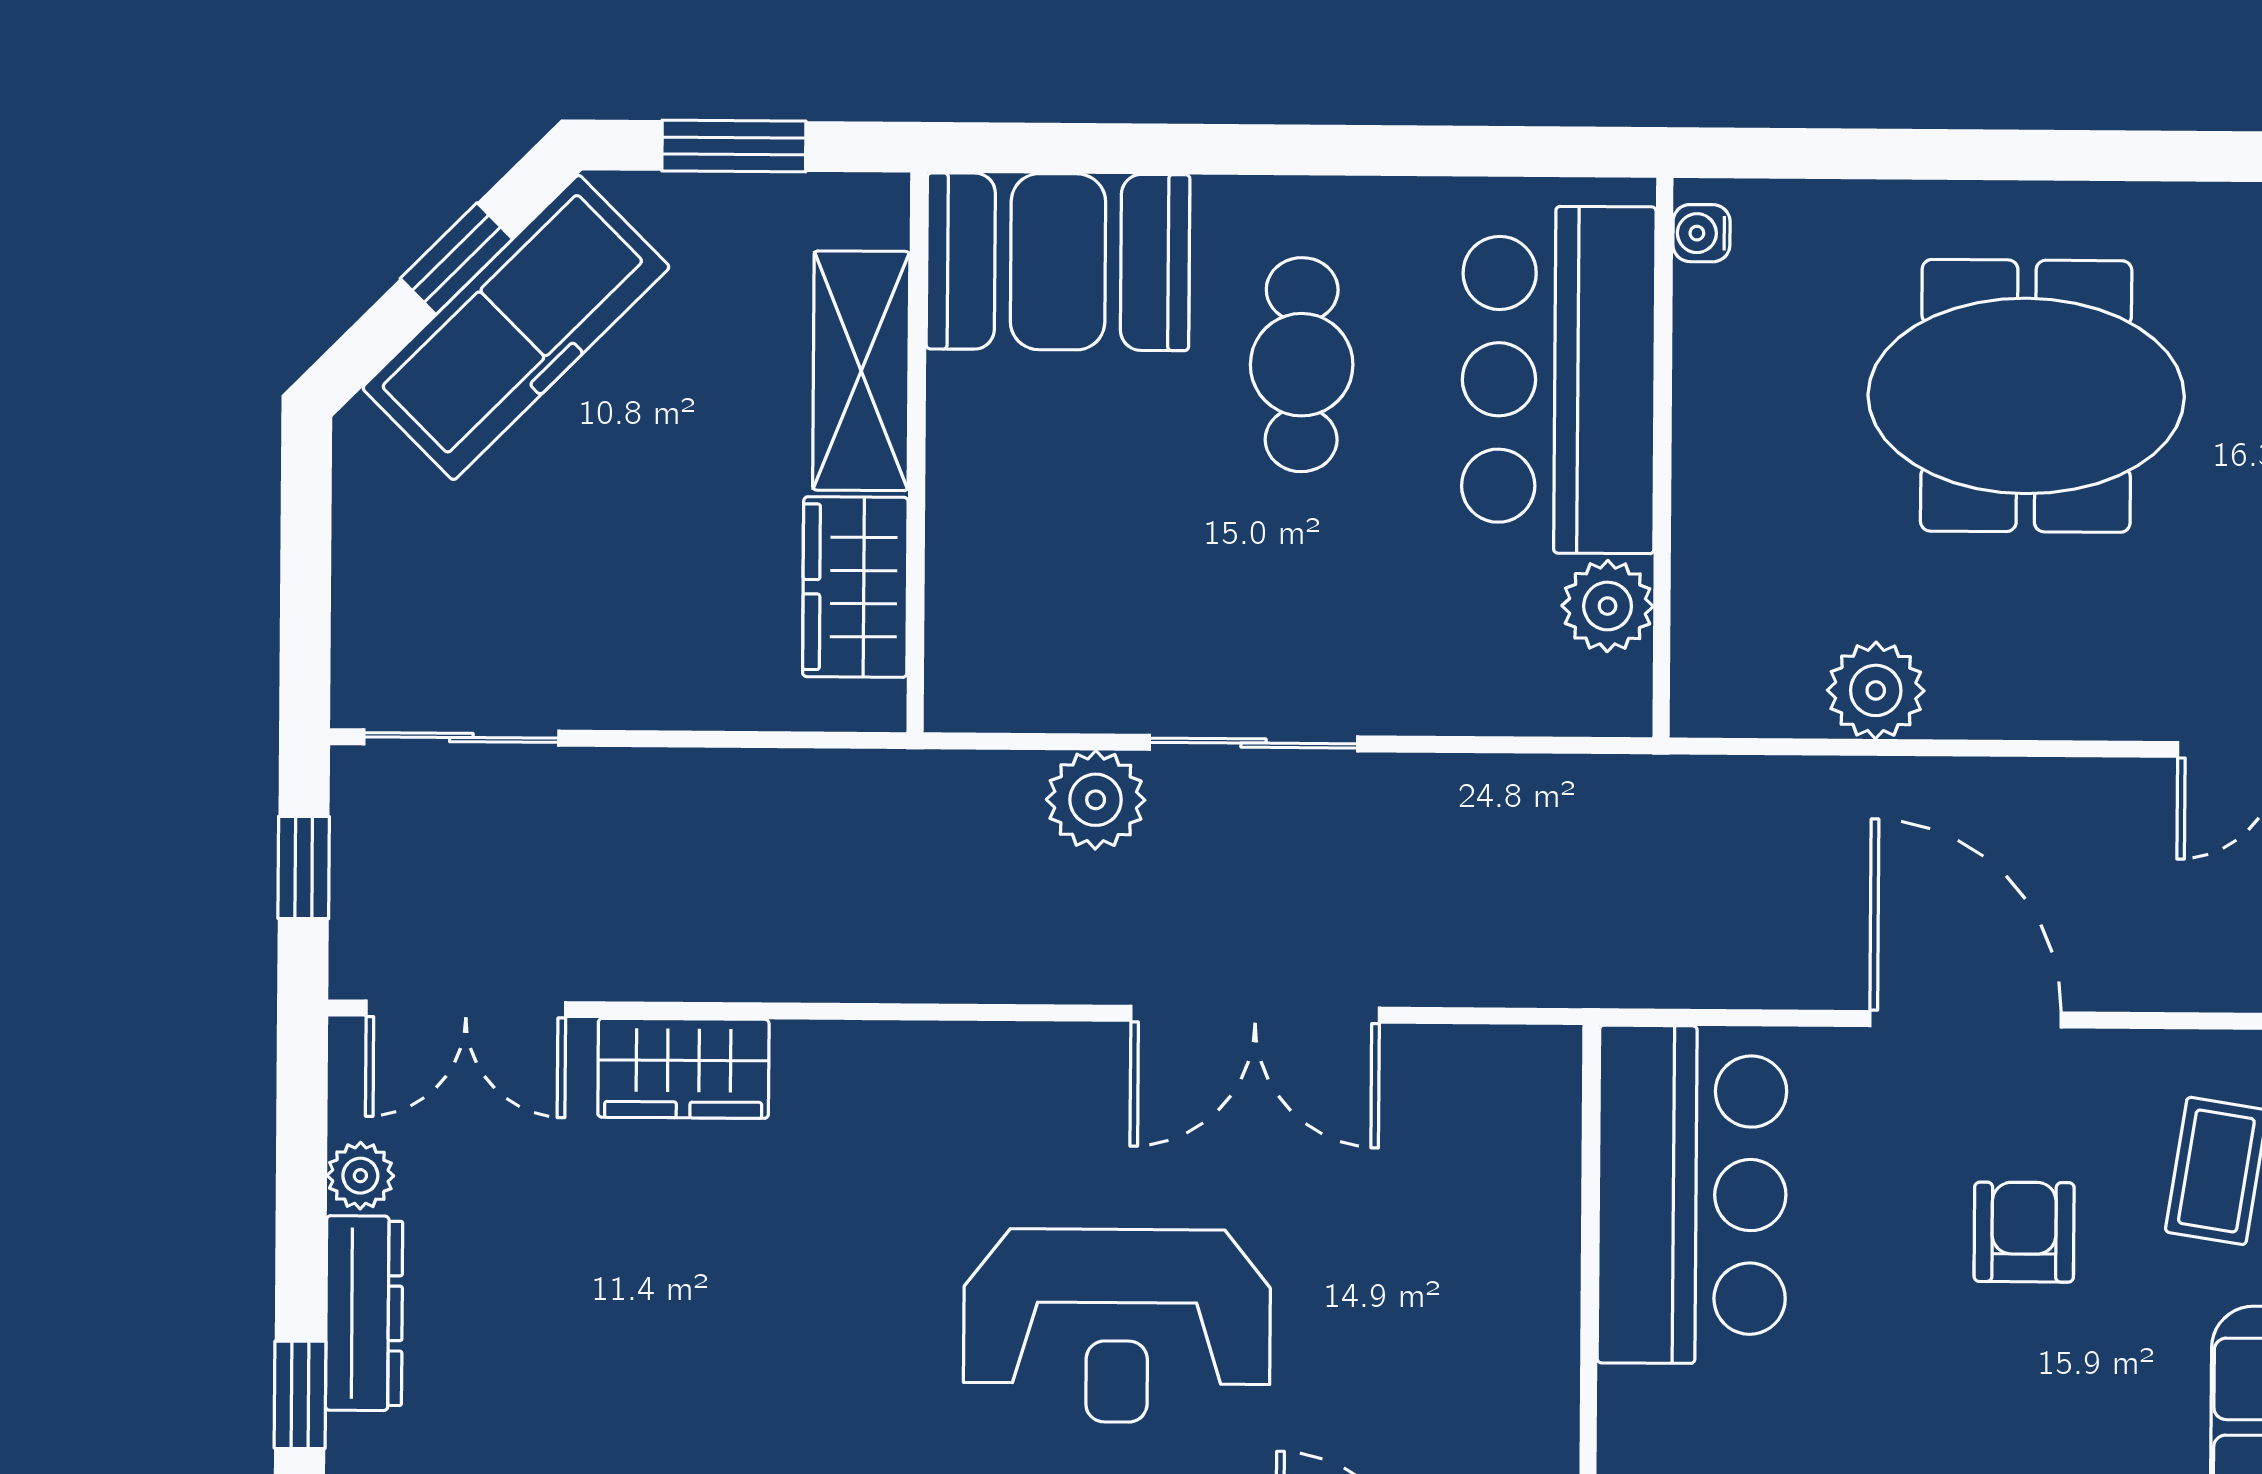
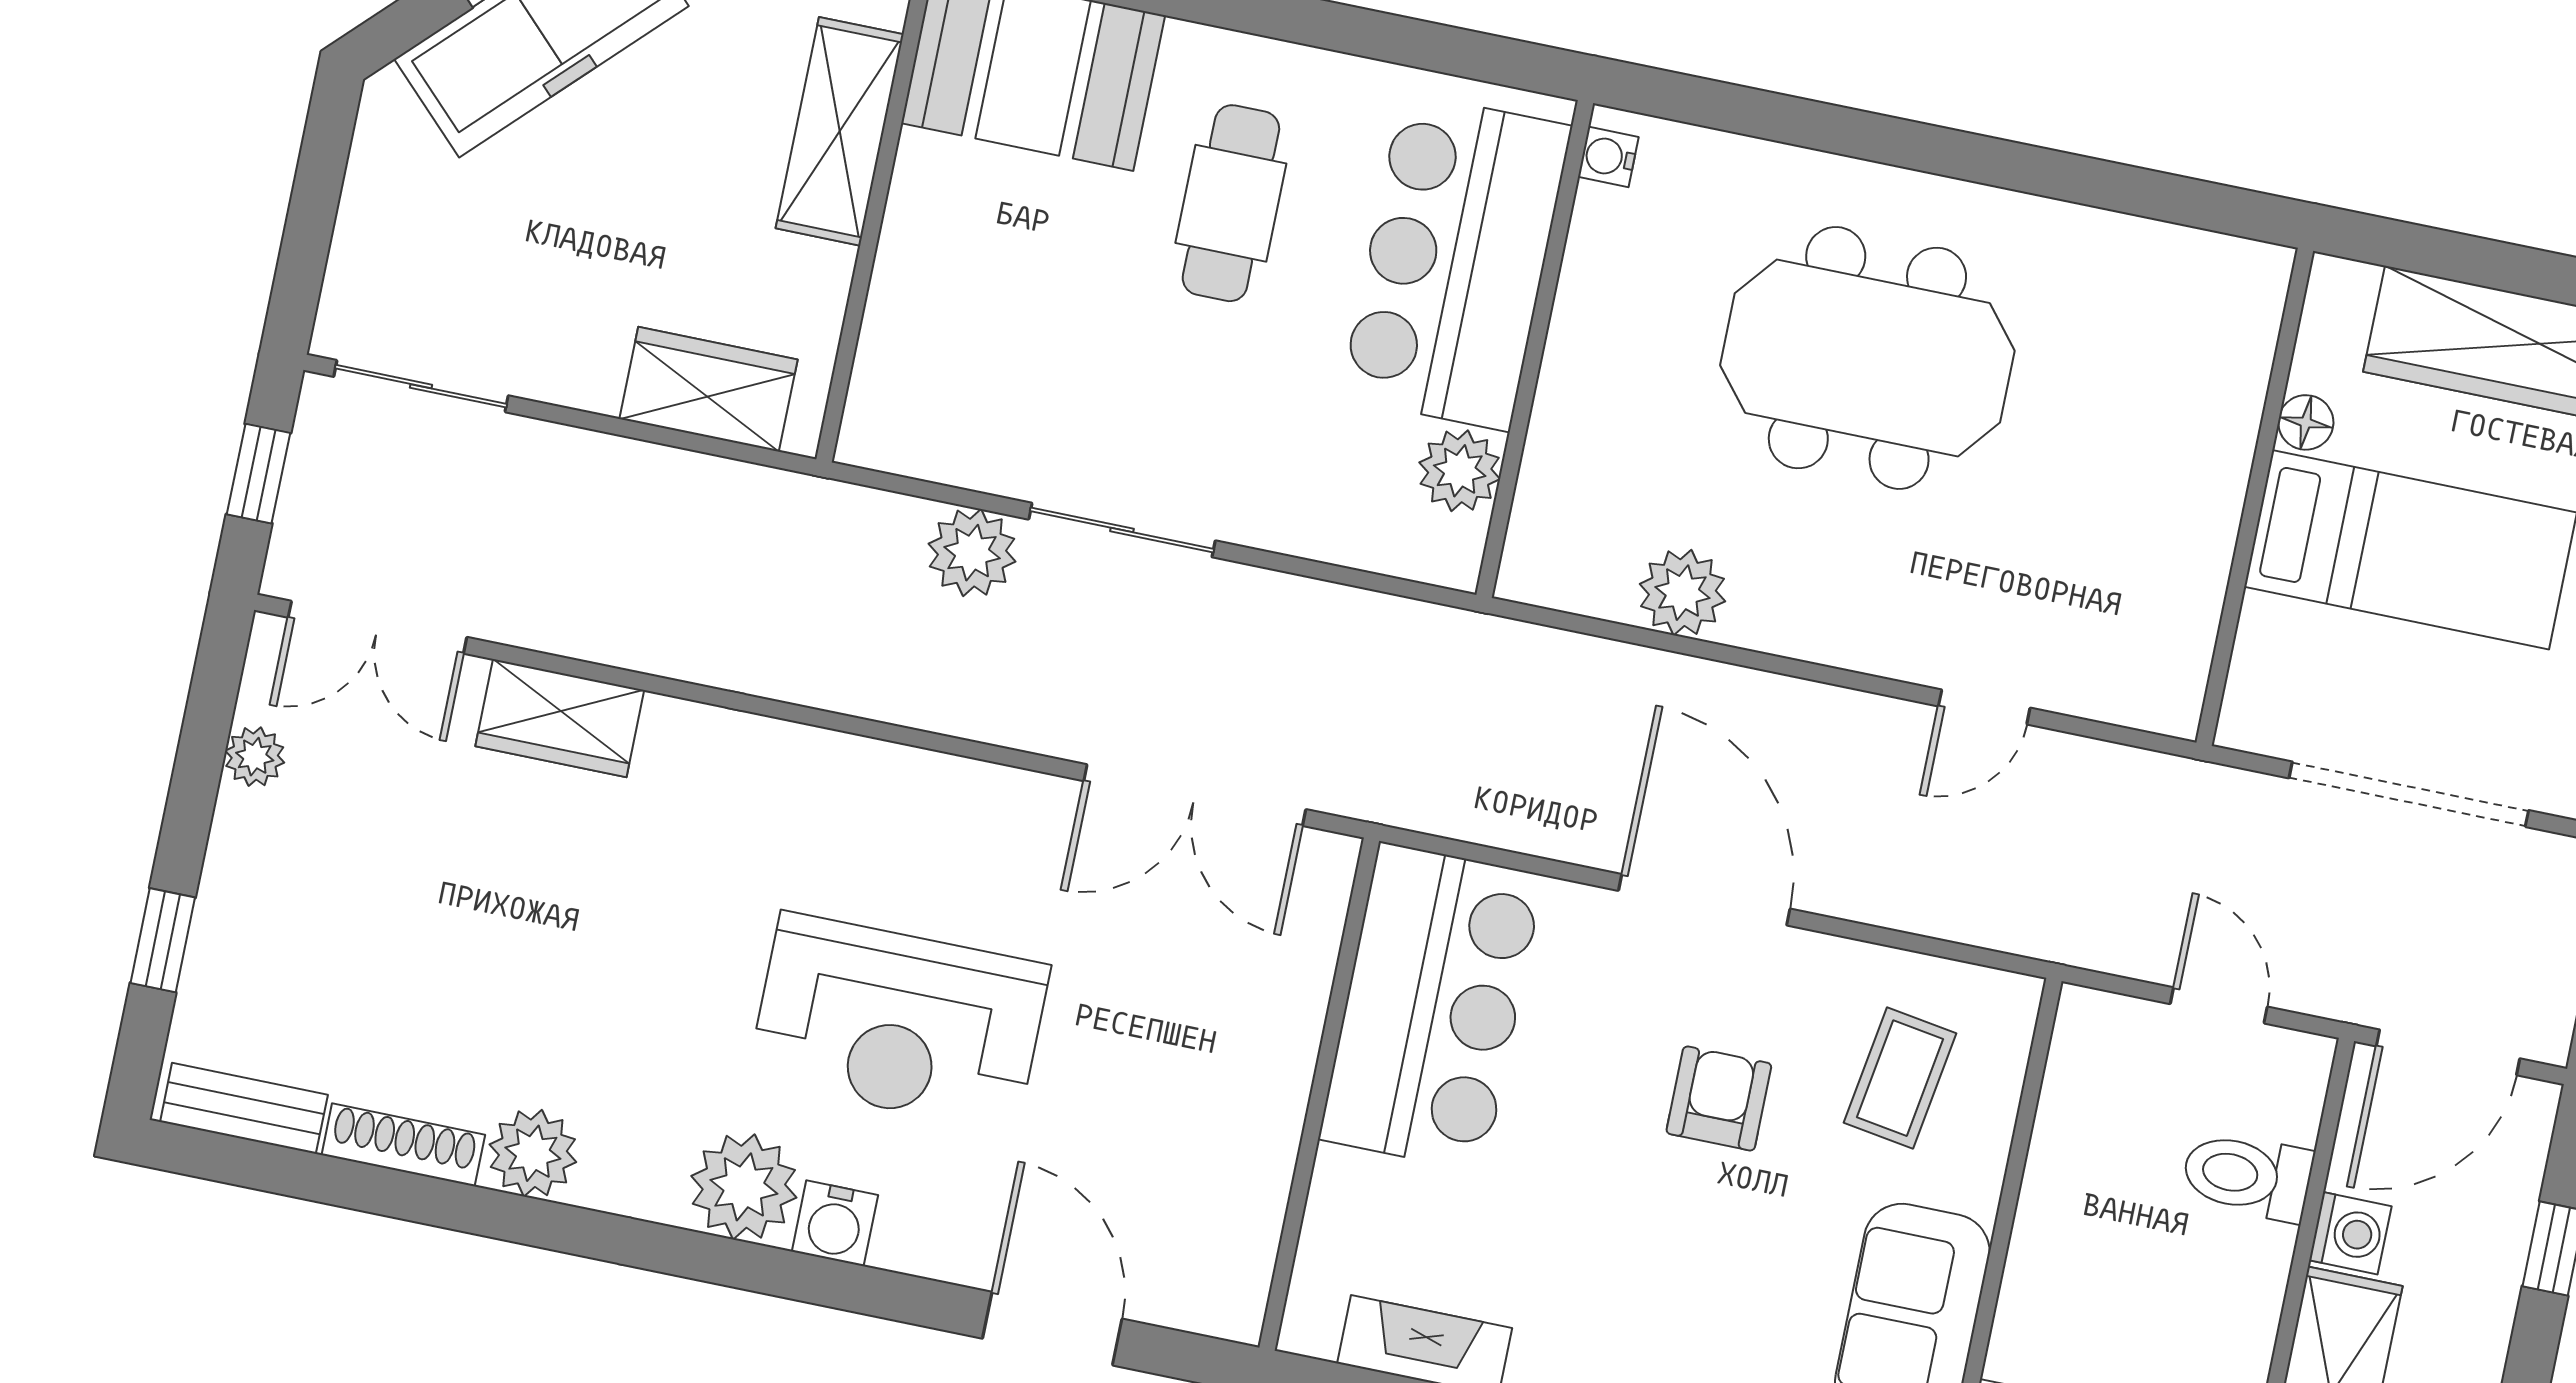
wardrobe: (855, 587) -> (708, 389), moved, turned 90
double door: (1255, 1014) -> (1195, 795), moved
dresser: (364, 1313) -> (234, 879), removed

